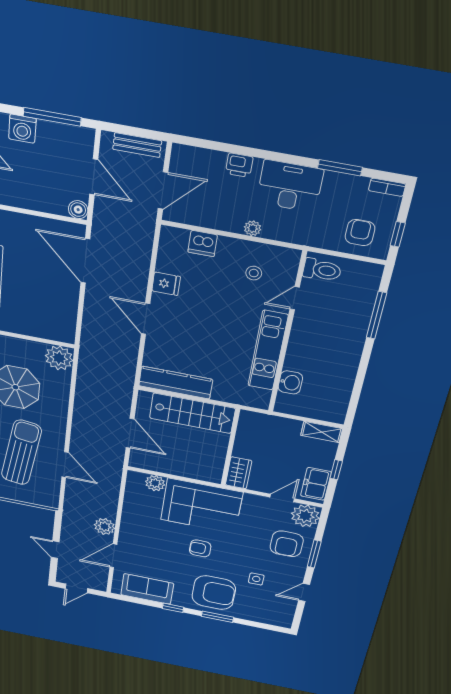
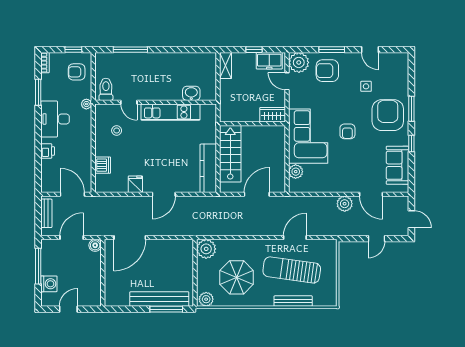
plant: (253, 228) -> (86, 104), moved
armchair: (287, 544) -> (327, 71), turned 180

